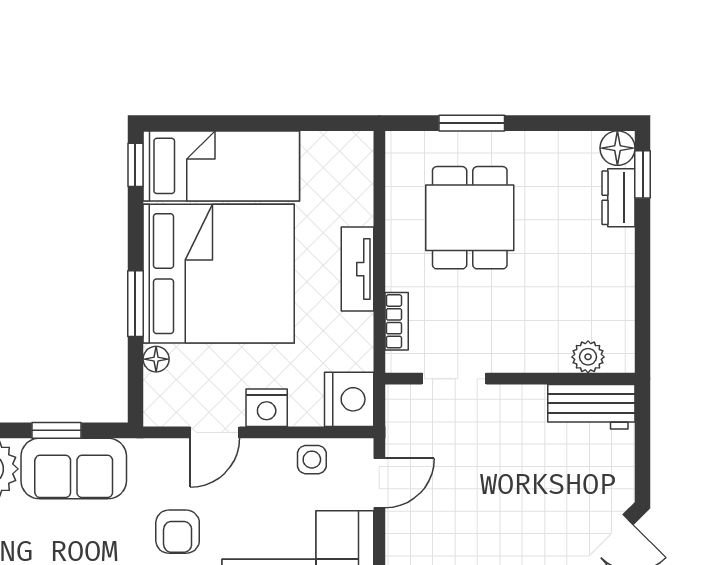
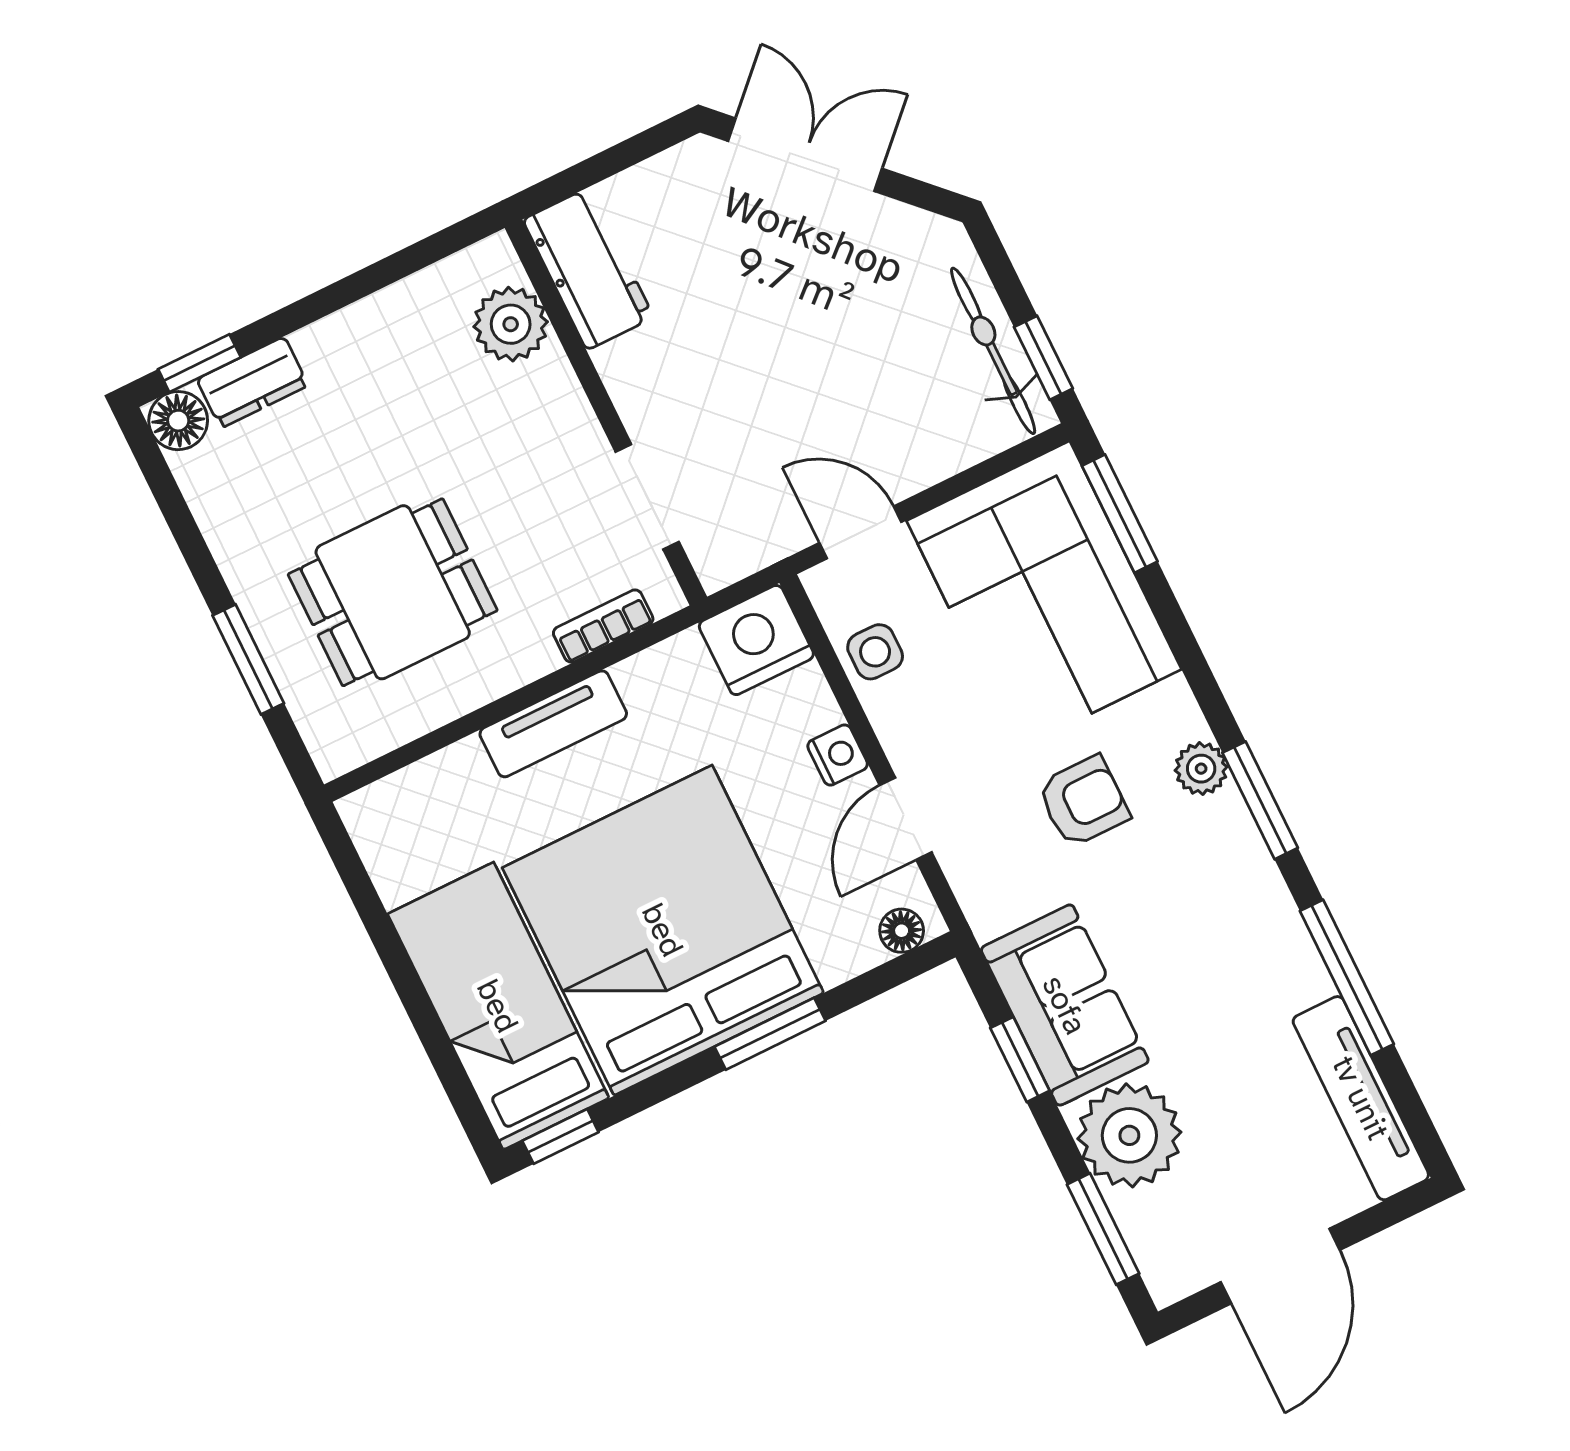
plant: (588, 357) -> (511, 324), width x1.38, depth x1.38
floor lamp: (156, 359) -> (902, 931), moved
nightstand: (267, 408) -> (838, 755), width x0.72, depth x0.74
door: (215, 432) -> (906, 819), swing flipped

